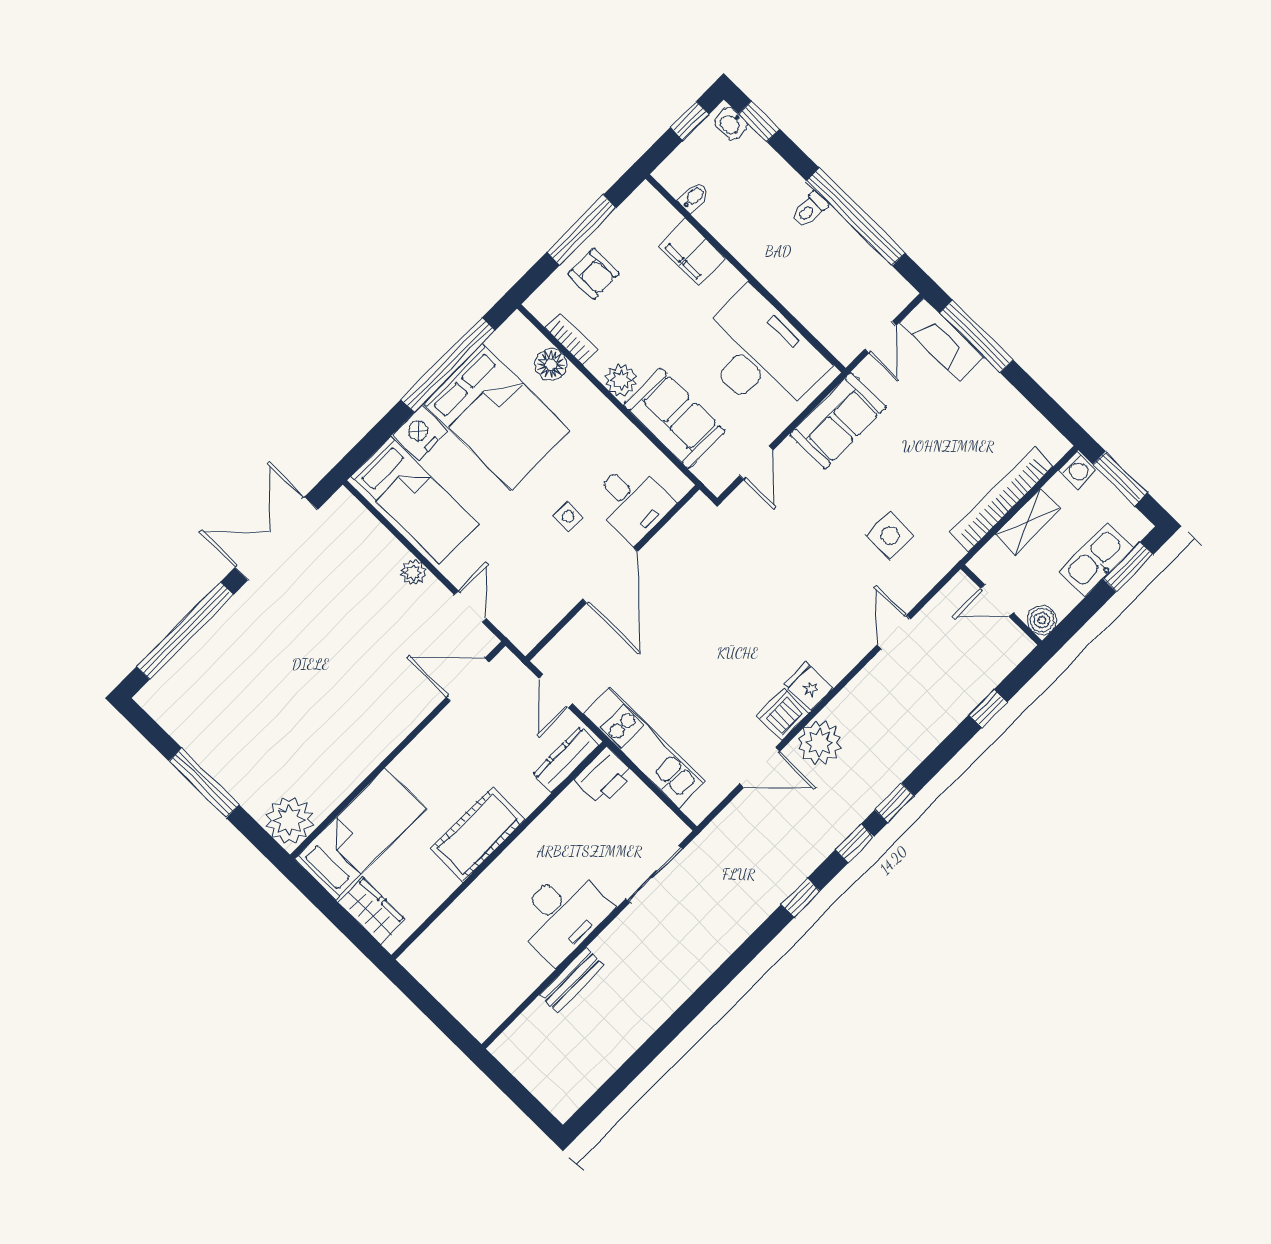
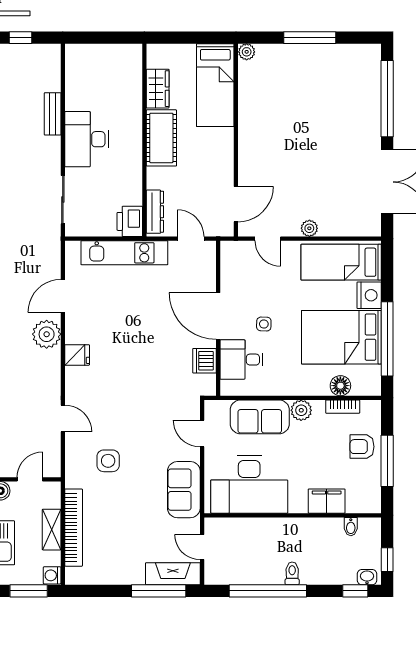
dishwasher: (783, 714) -> (204, 361), moved, turned 180
plant: (289, 820) -> (247, 52), width x0.53, depth x0.53
wardrobe: (371, 911) -> (158, 89), moved, turned -90
window: (524, 1099) -> (20, 38), added

